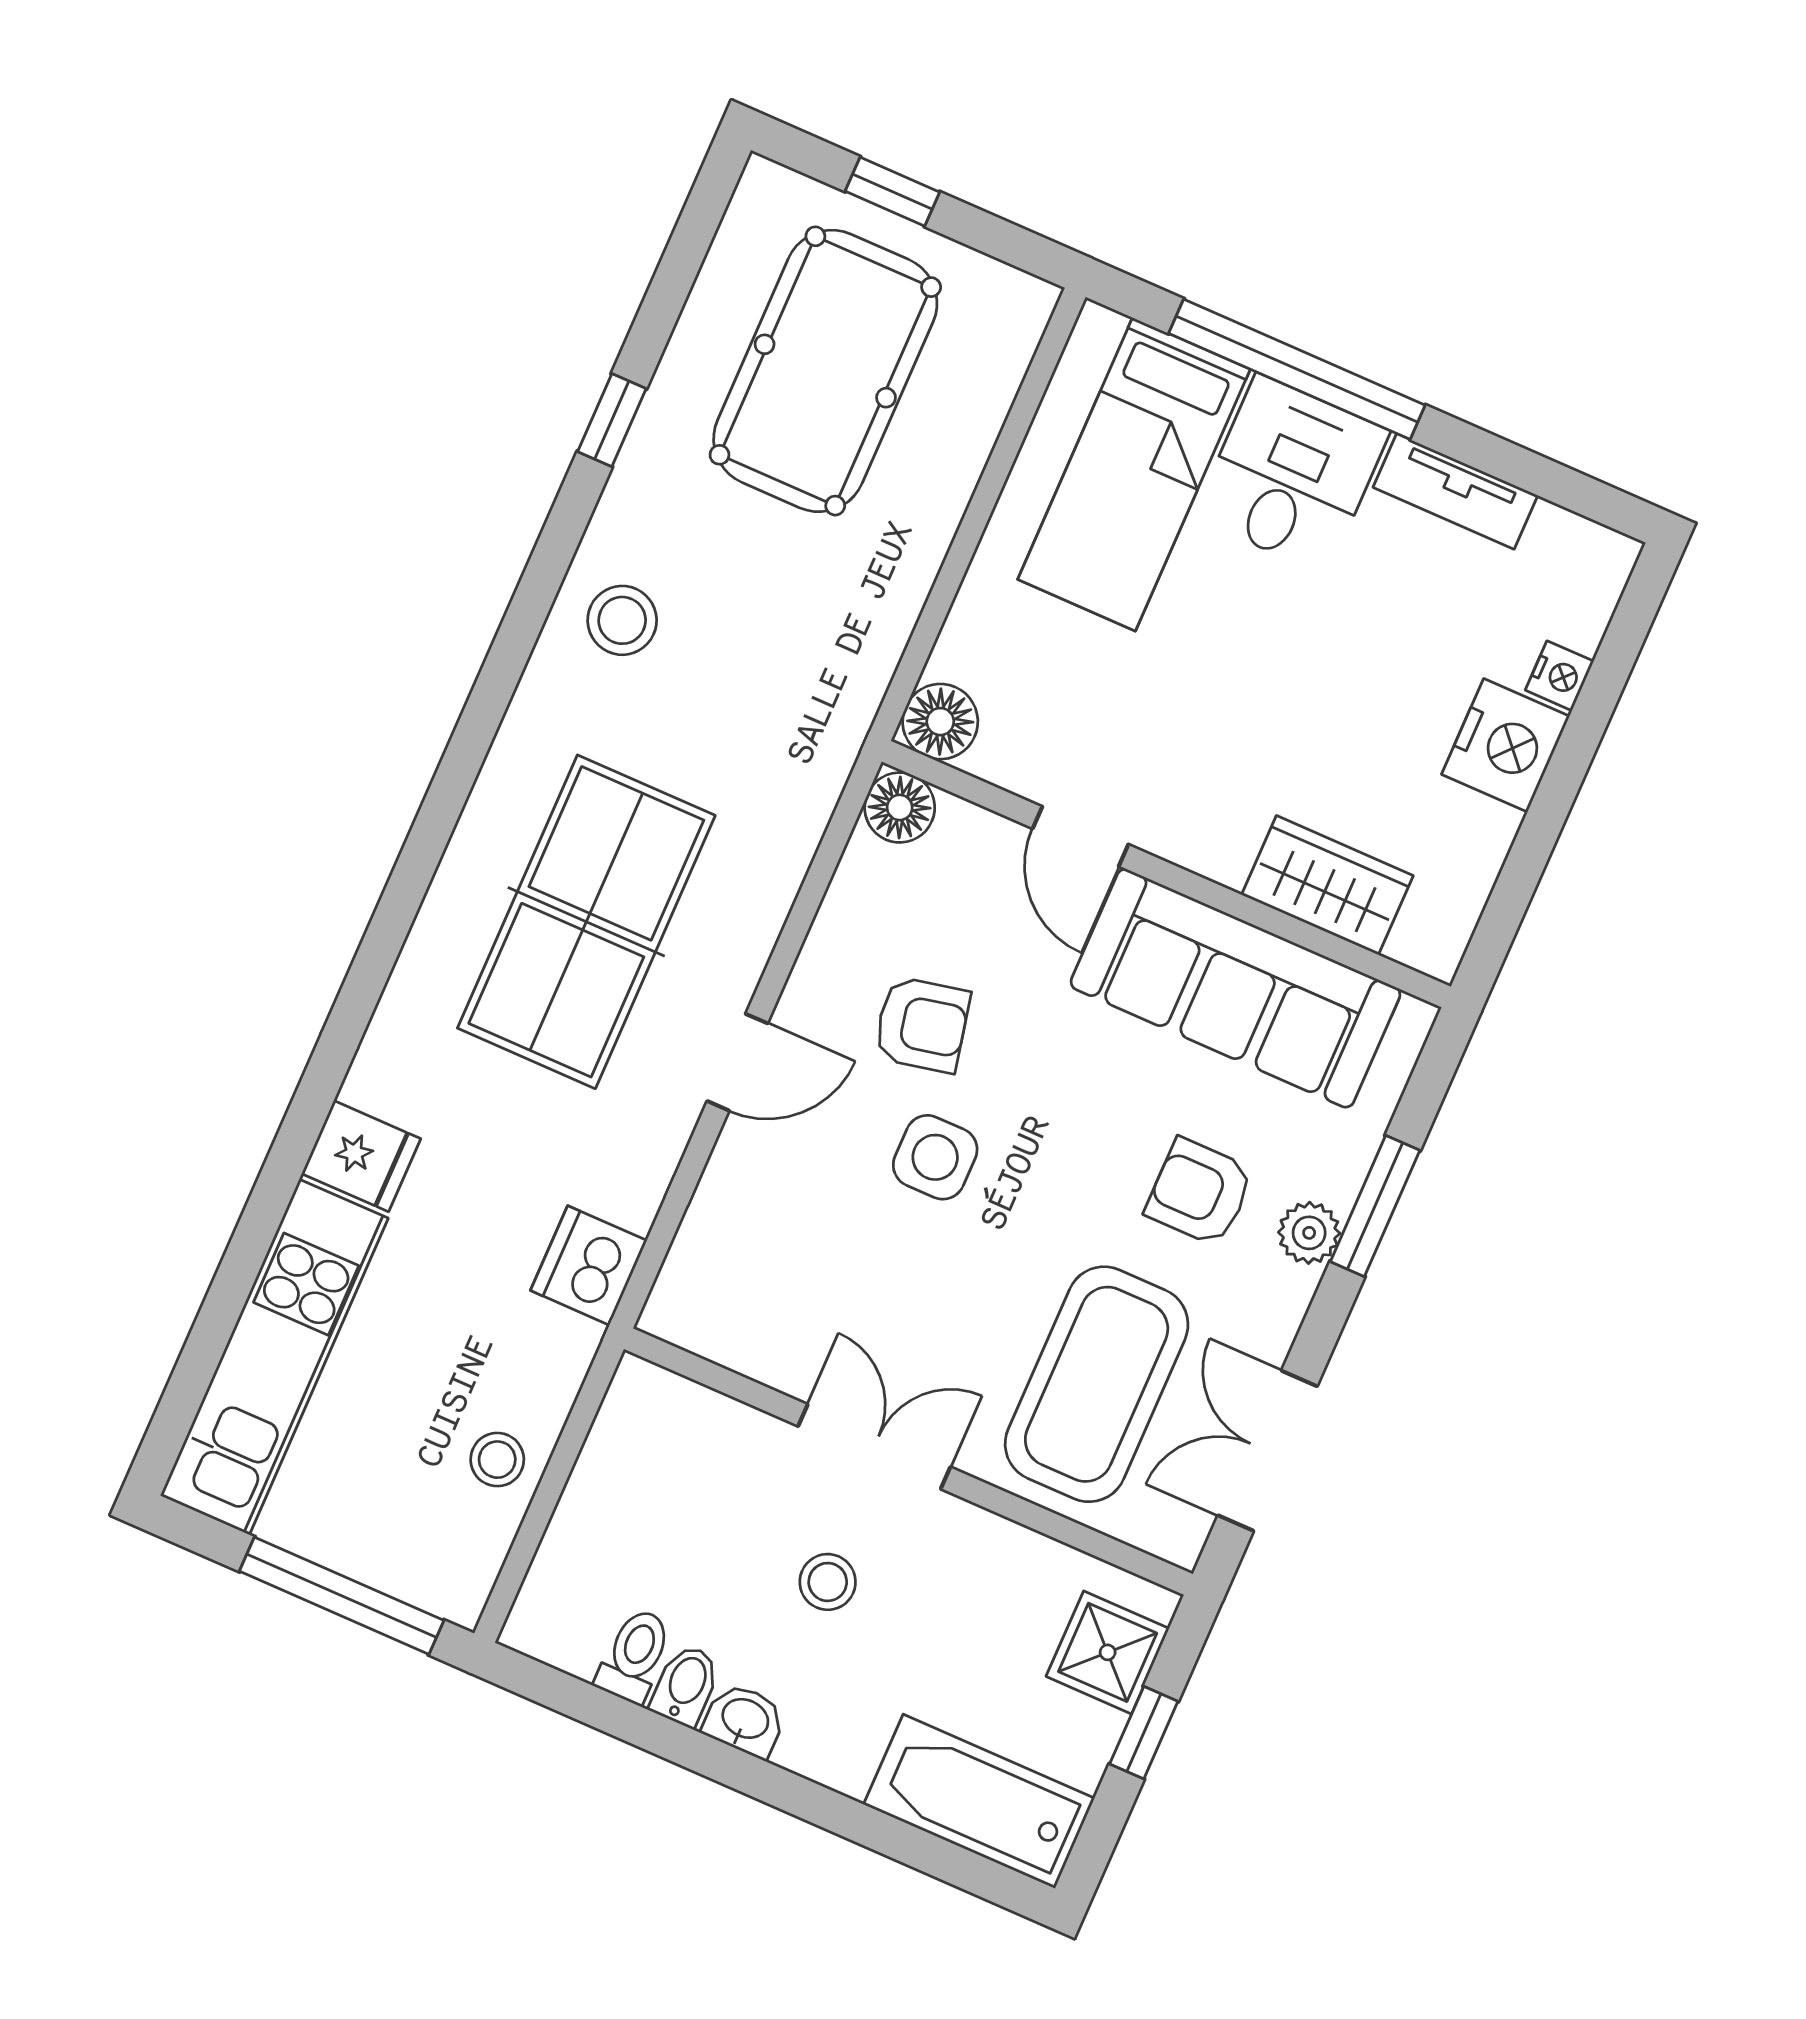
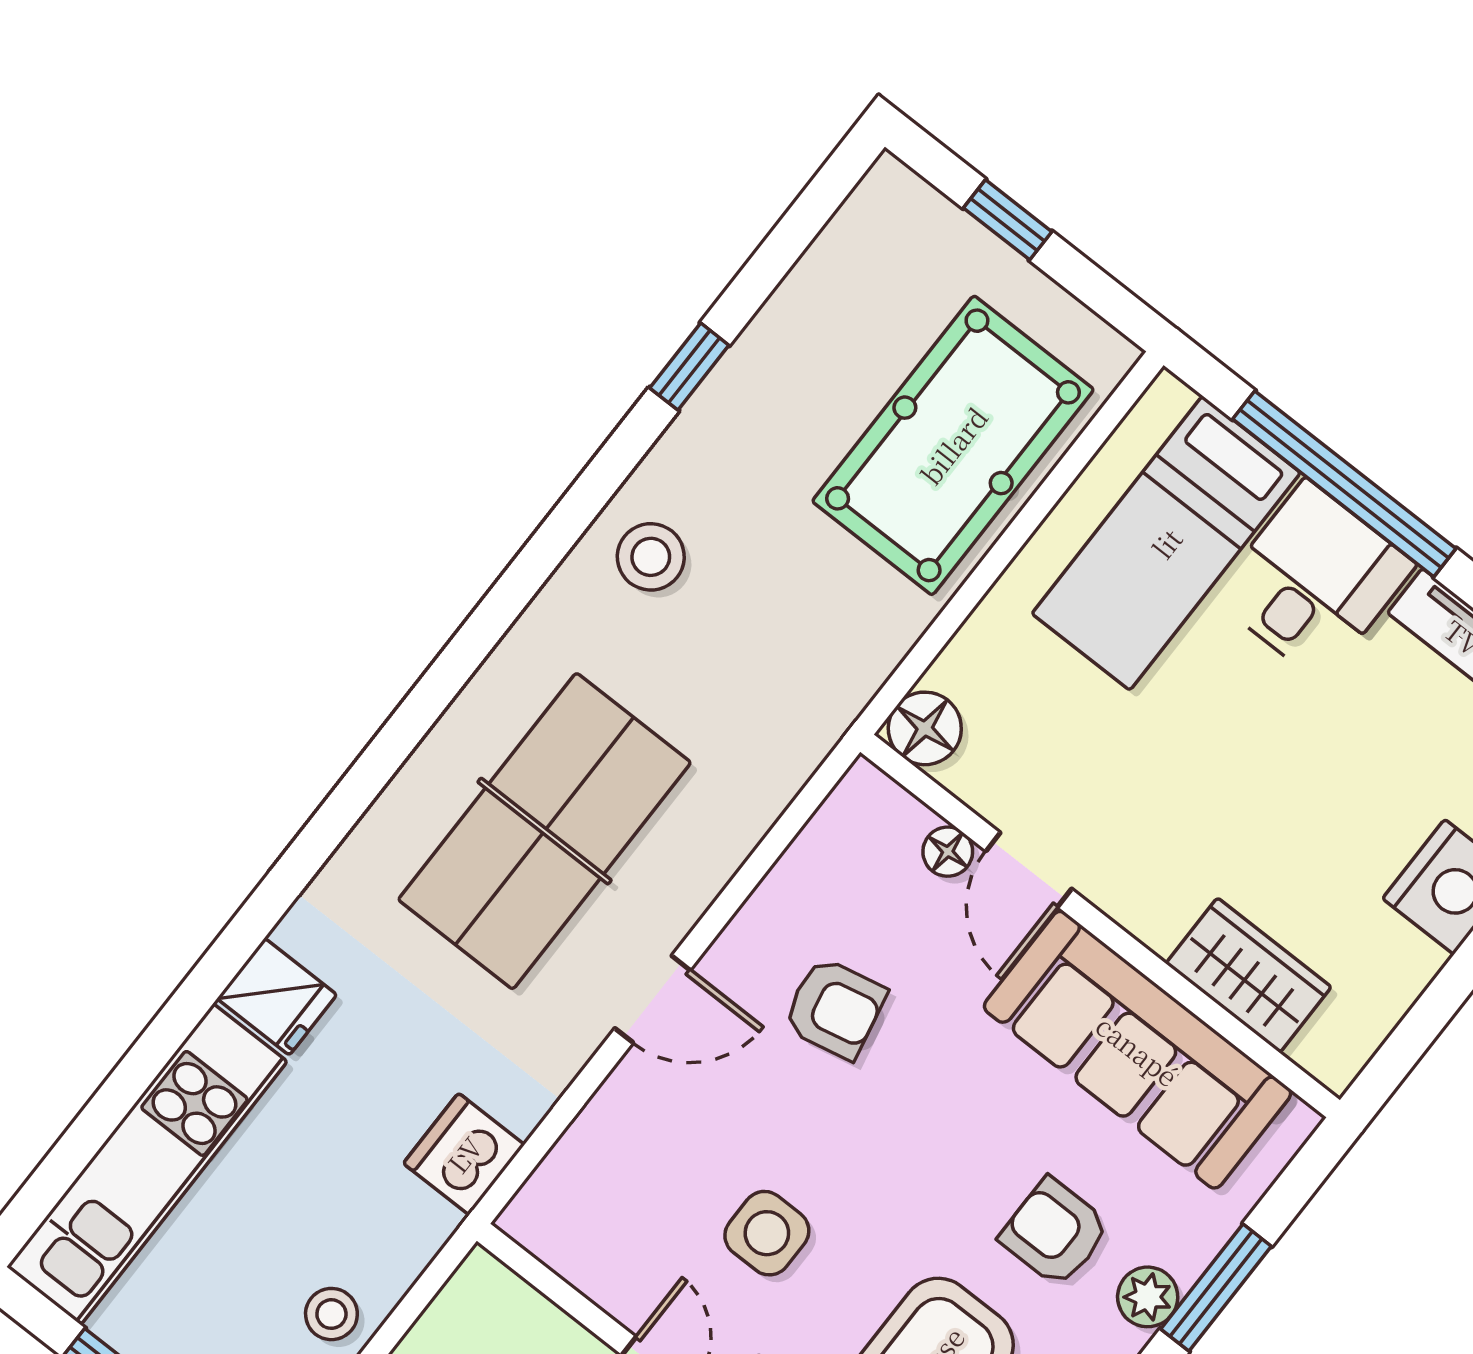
pool table: (825, 371) -> (953, 445), moved
floor lamp: (900, 807) -> (948, 852), moved, width x0.73, depth x0.73
side table: (935, 1157) -> (767, 1233), moved

